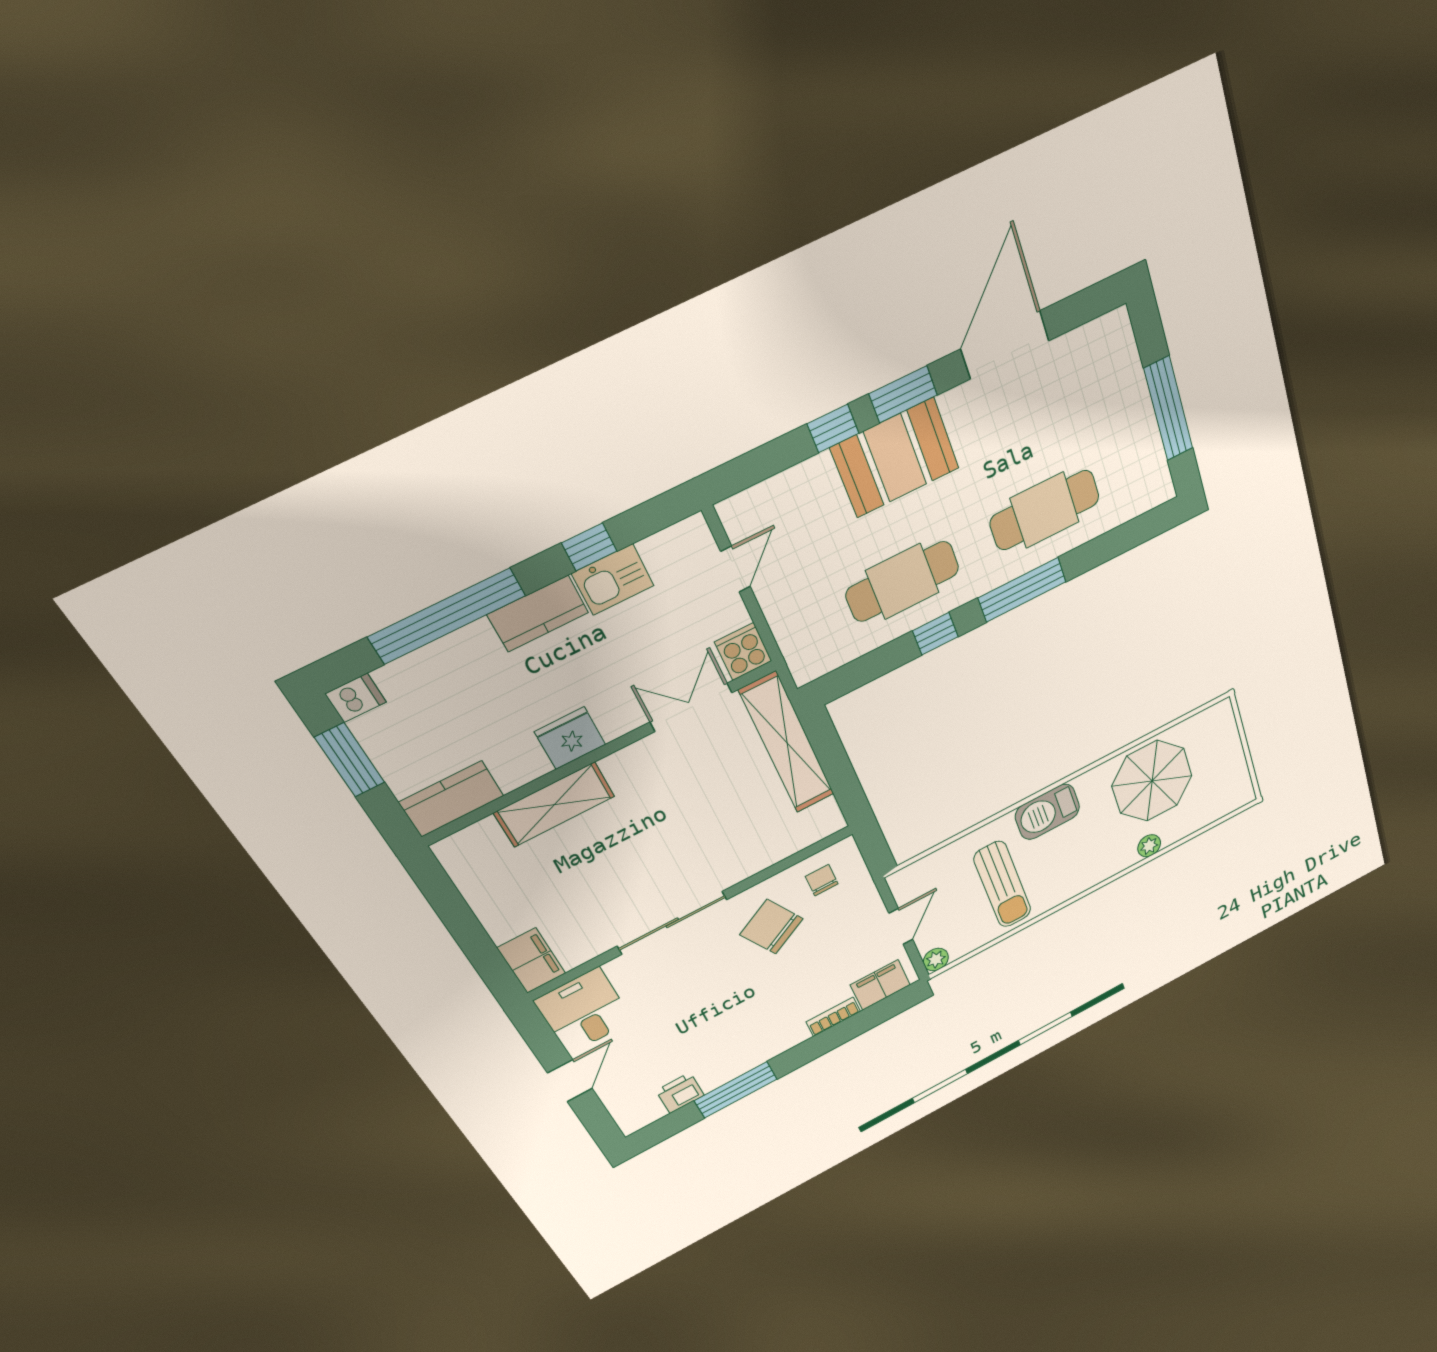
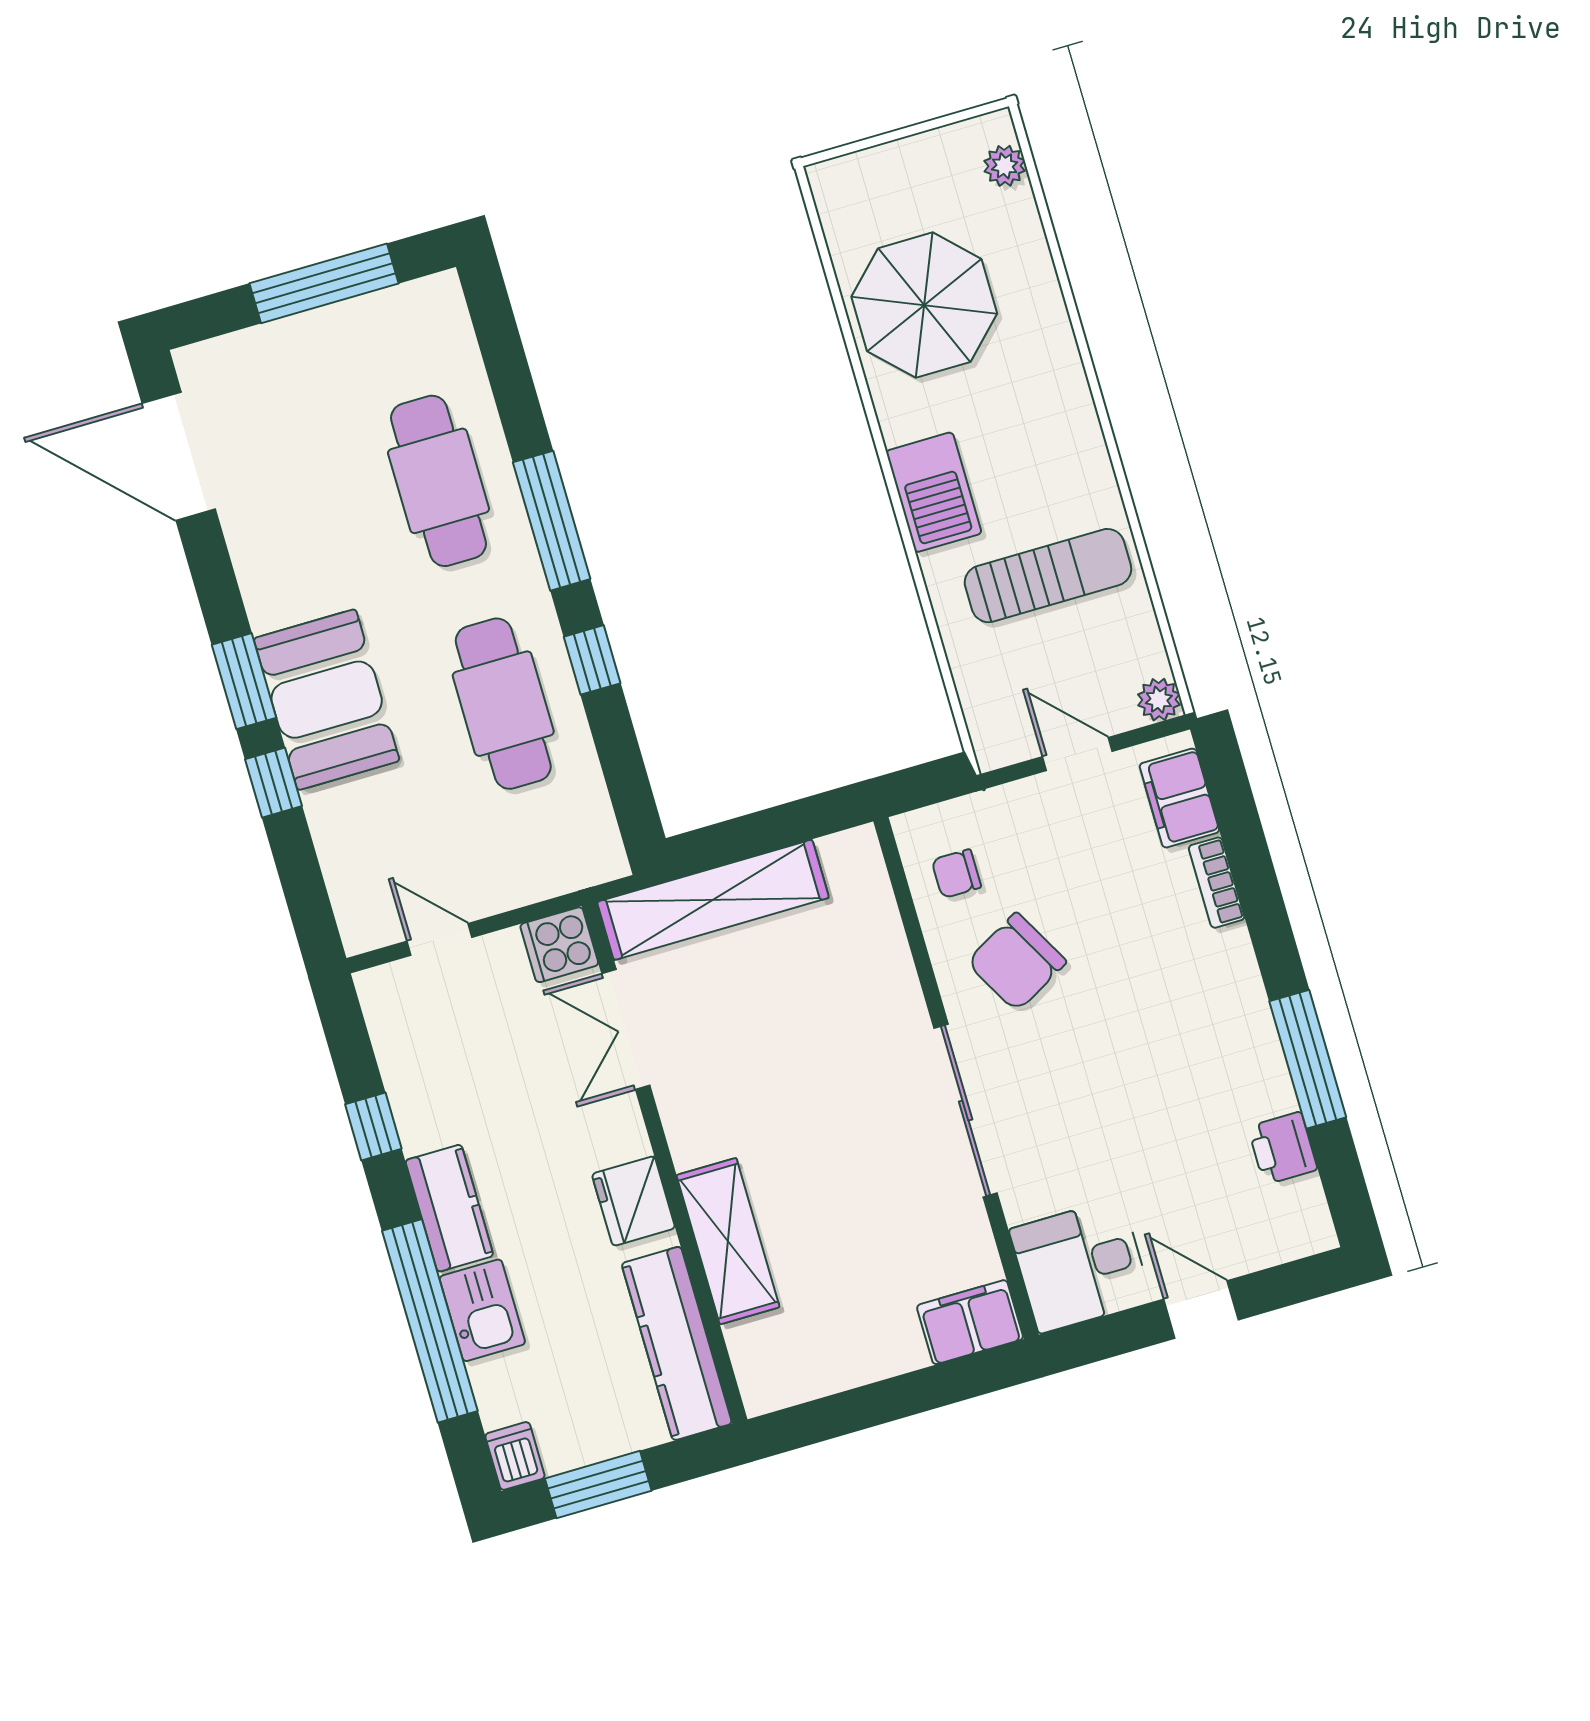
door: (1005, 345) -> (179, 456), moved
kitchen sink: (613, 580) -> (482, 1310), moved
kitchen counter: (451, 799) -> (677, 1343), width x1.50
plant: (1149, 846) -> (1005, 166), moved

